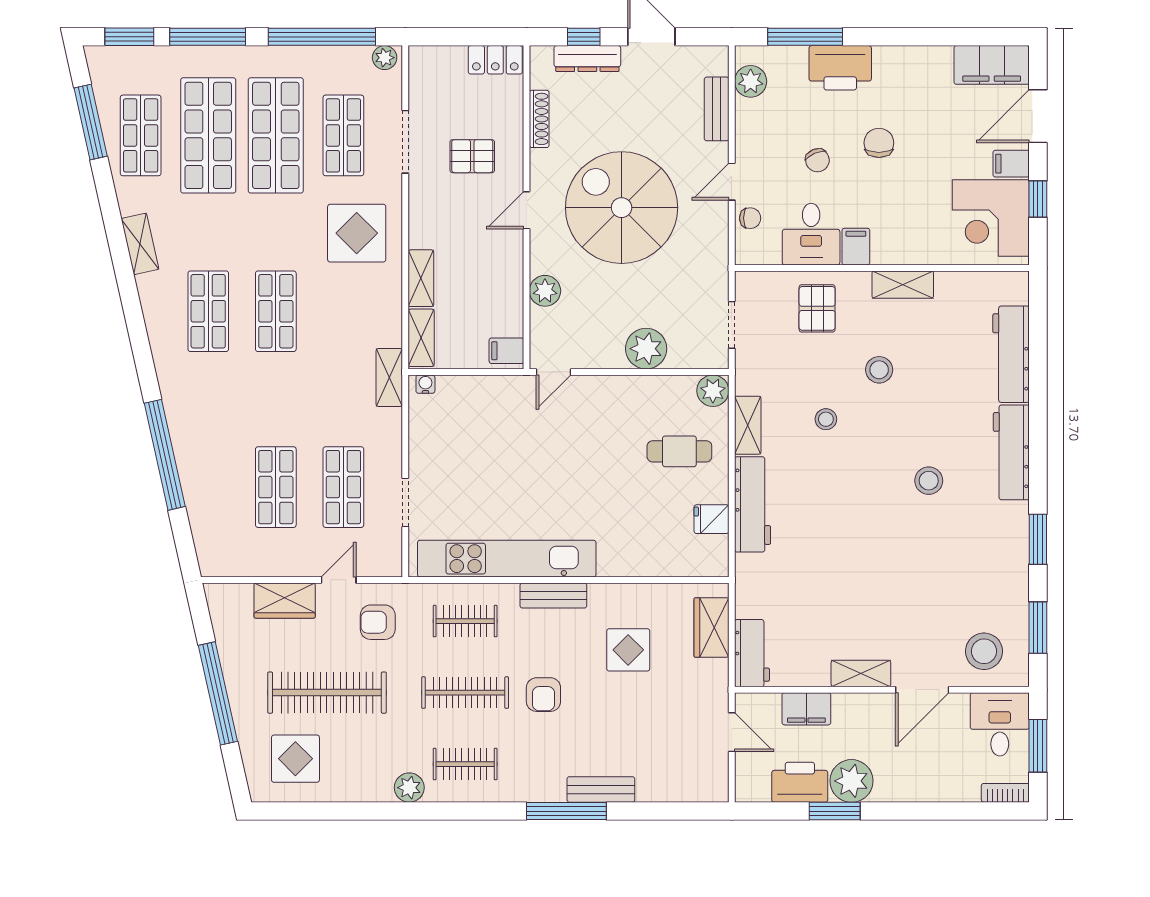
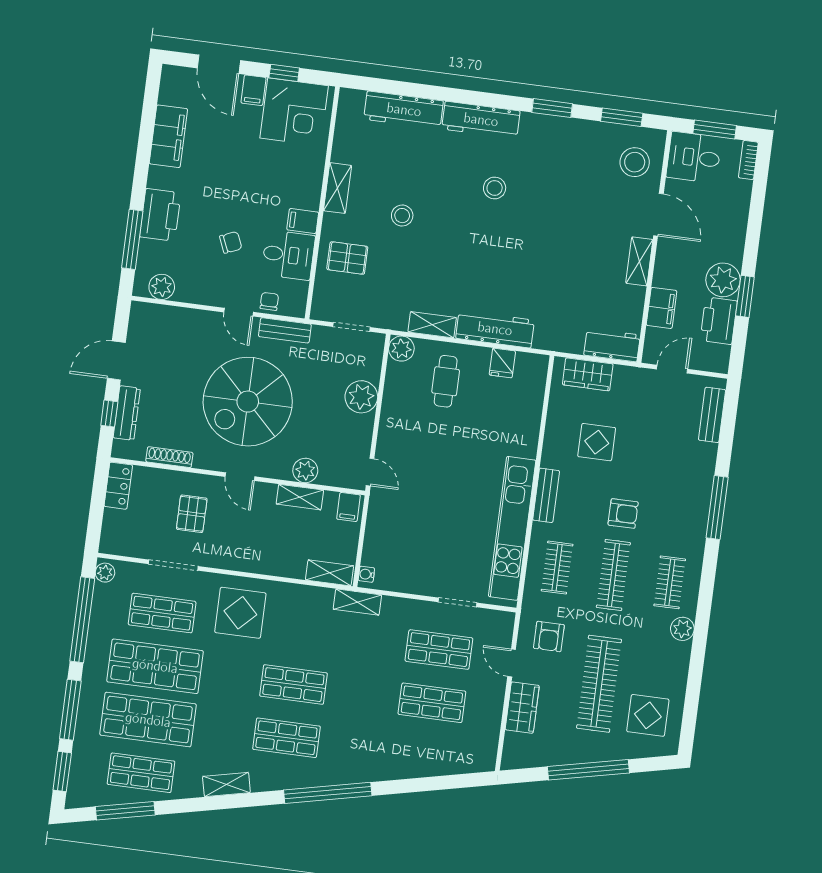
filing cabinet: (992, 65) -> (168, 136), moved
bench: (717, 109) -> (285, 330), moved
chair: (879, 143) -> (223, 192), removed
shelving: (421, 278) -> (300, 497), moved
stool: (826, 419) -> (435, 263), removed
window: (165, 455) -> (328, 793), moved
bench: (601, 789) -> (712, 415), moved

